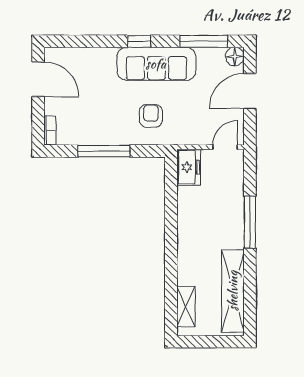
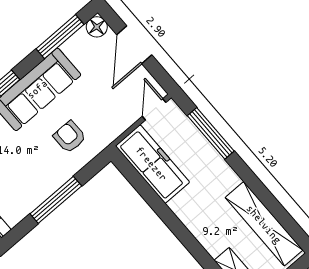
freezer: (189, 167) -> (152, 164), width x1.91, depth x1.26
window: (250, 222) -> (211, 133), moved

